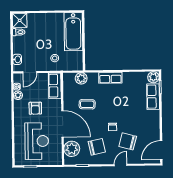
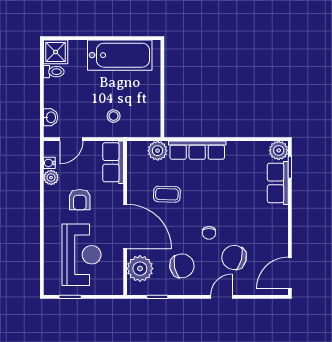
bathtub: (73, 32) -> (120, 55), moved, turned -90
row of seats: (110, 78) -> (197, 150), width x1.48

